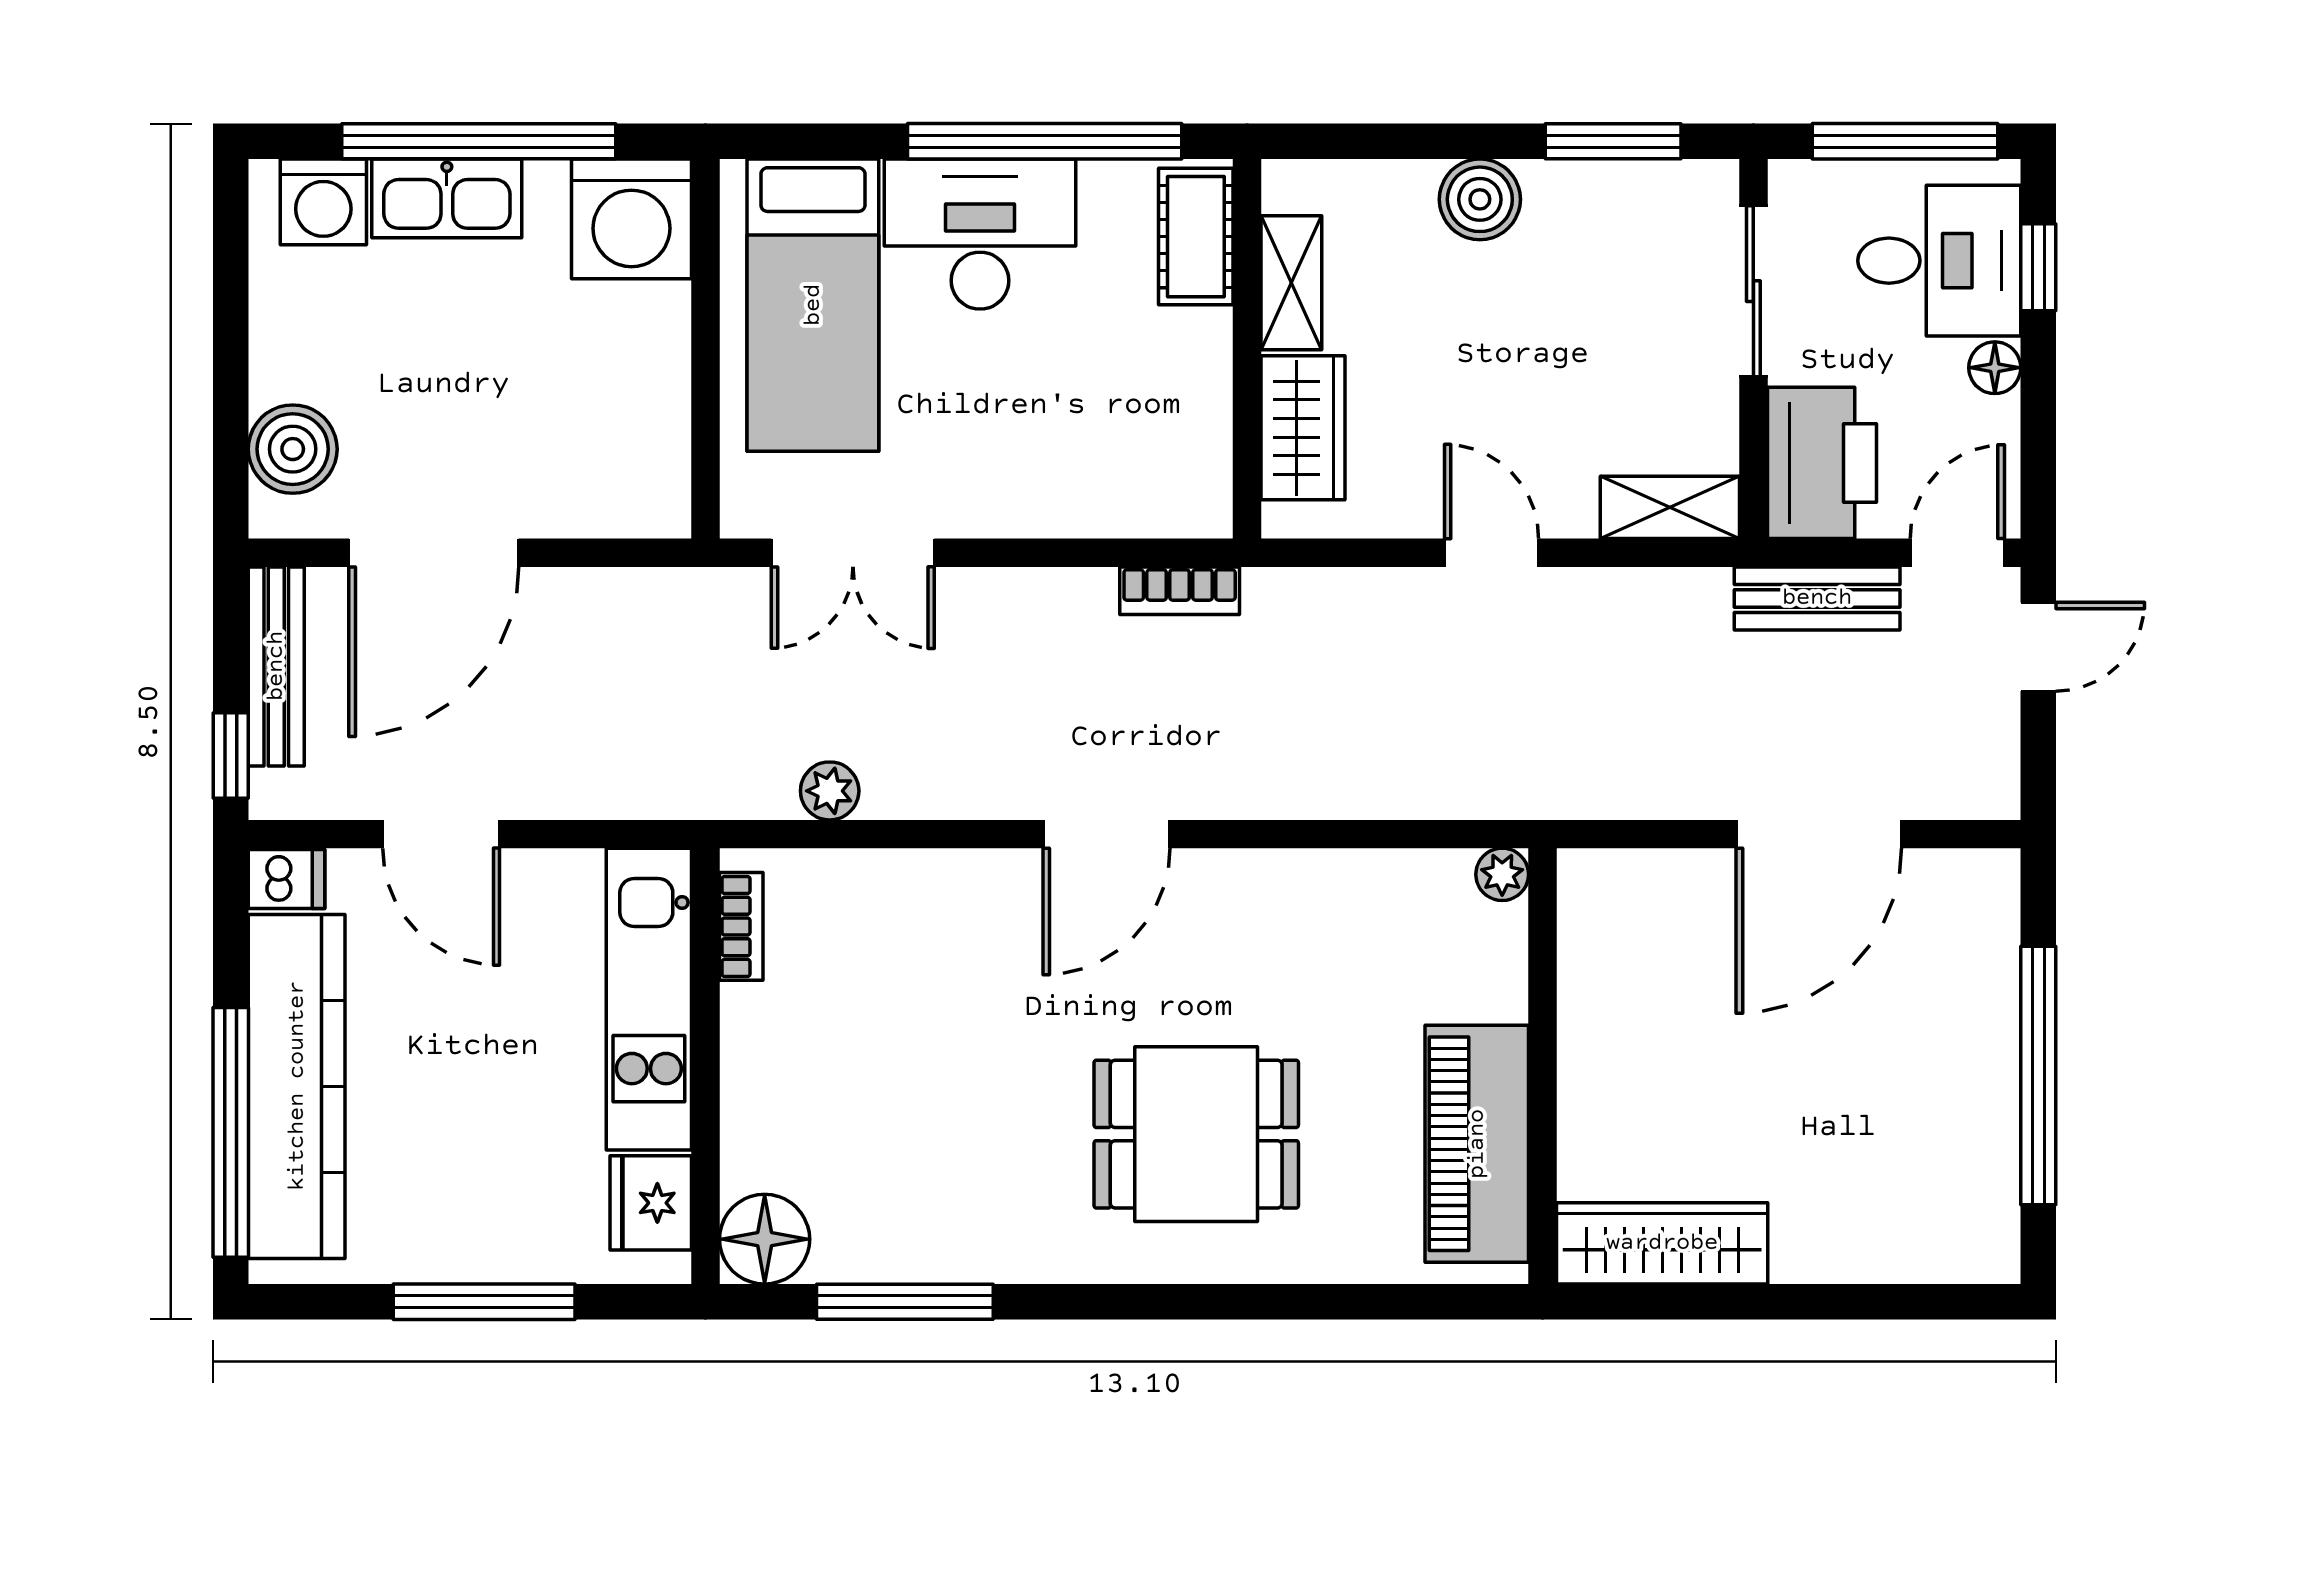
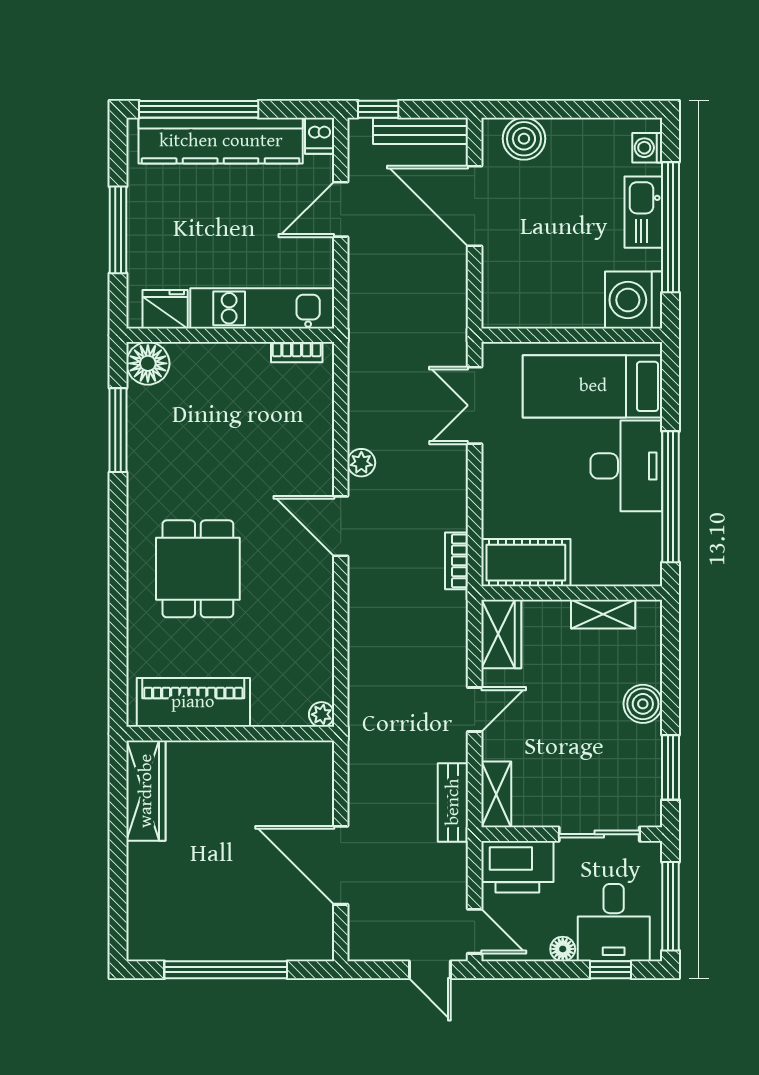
washing machine: (323, 202) -> (647, 148), width x0.73, depth x0.73
cot: (1196, 237) -> (526, 563), moved, width x1.37, depth x1.34
wardrobe: (1303, 428) -> (501, 634), moved, turned -90
bench: (1817, 598) -> (453, 802), moved
plant: (830, 791) -> (361, 463), moved

